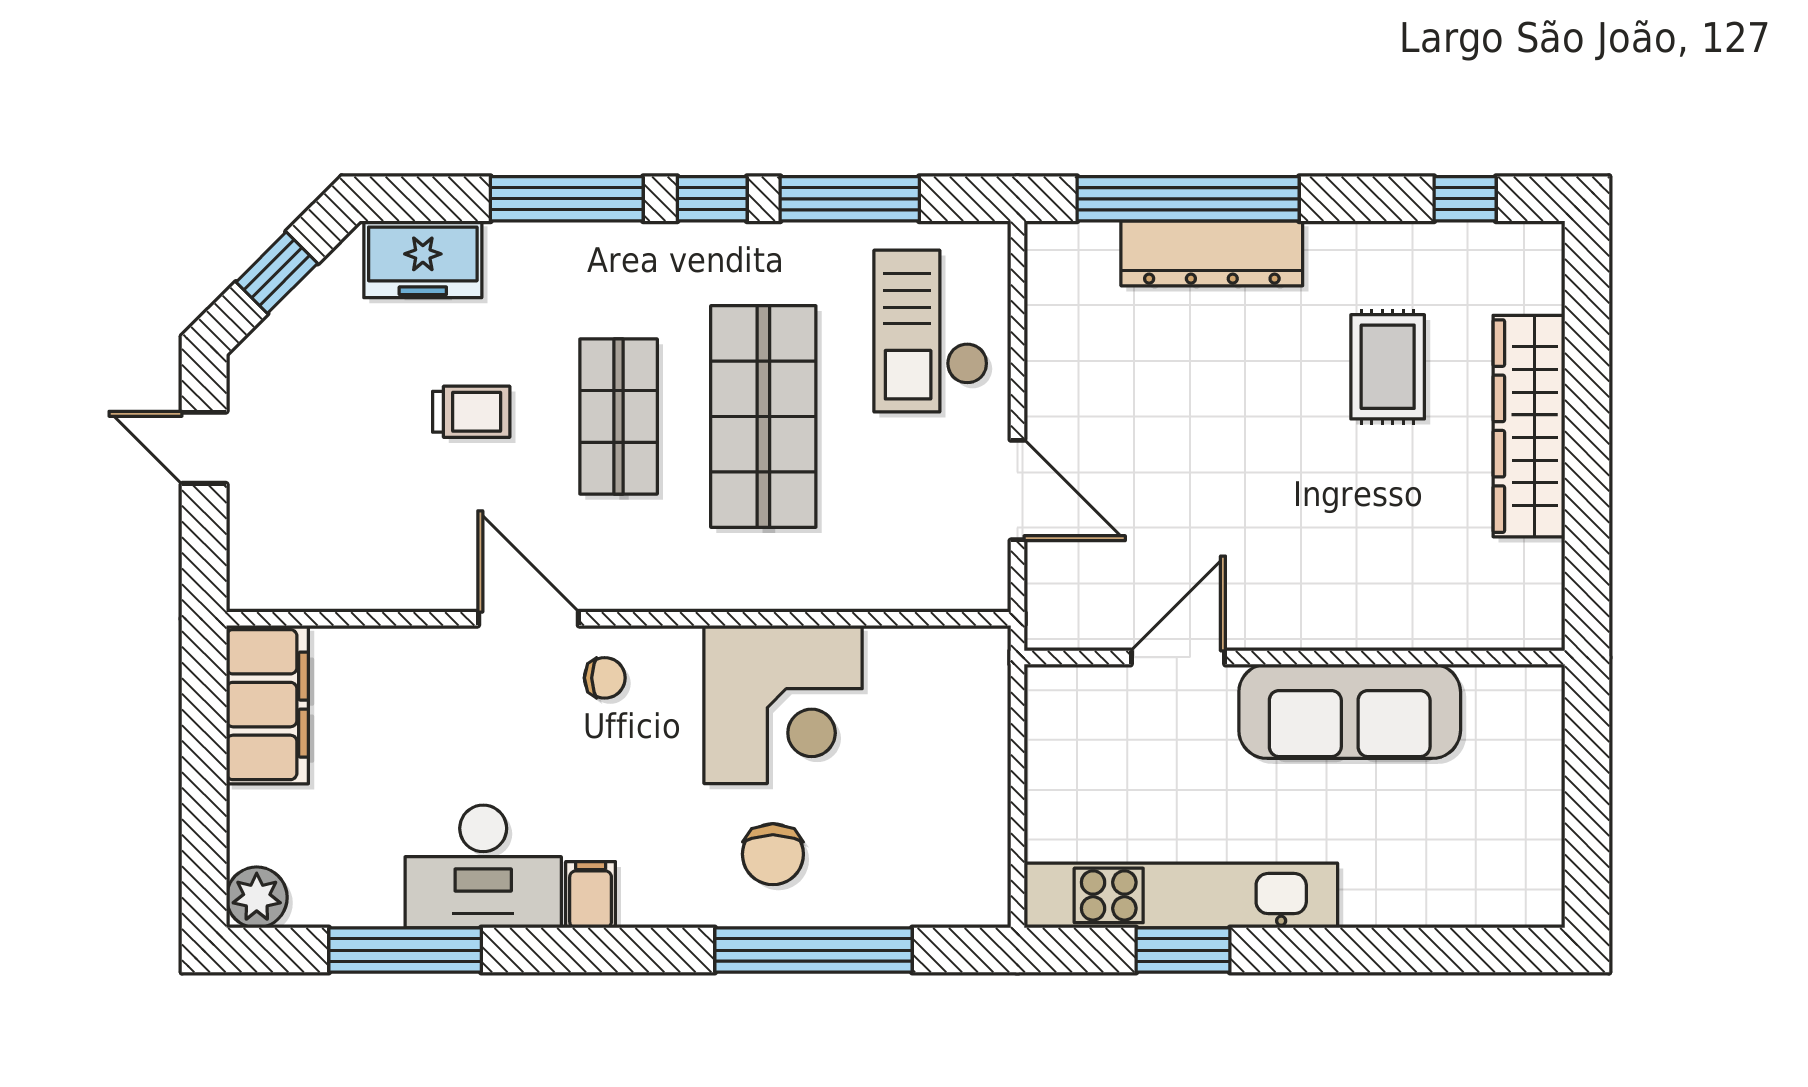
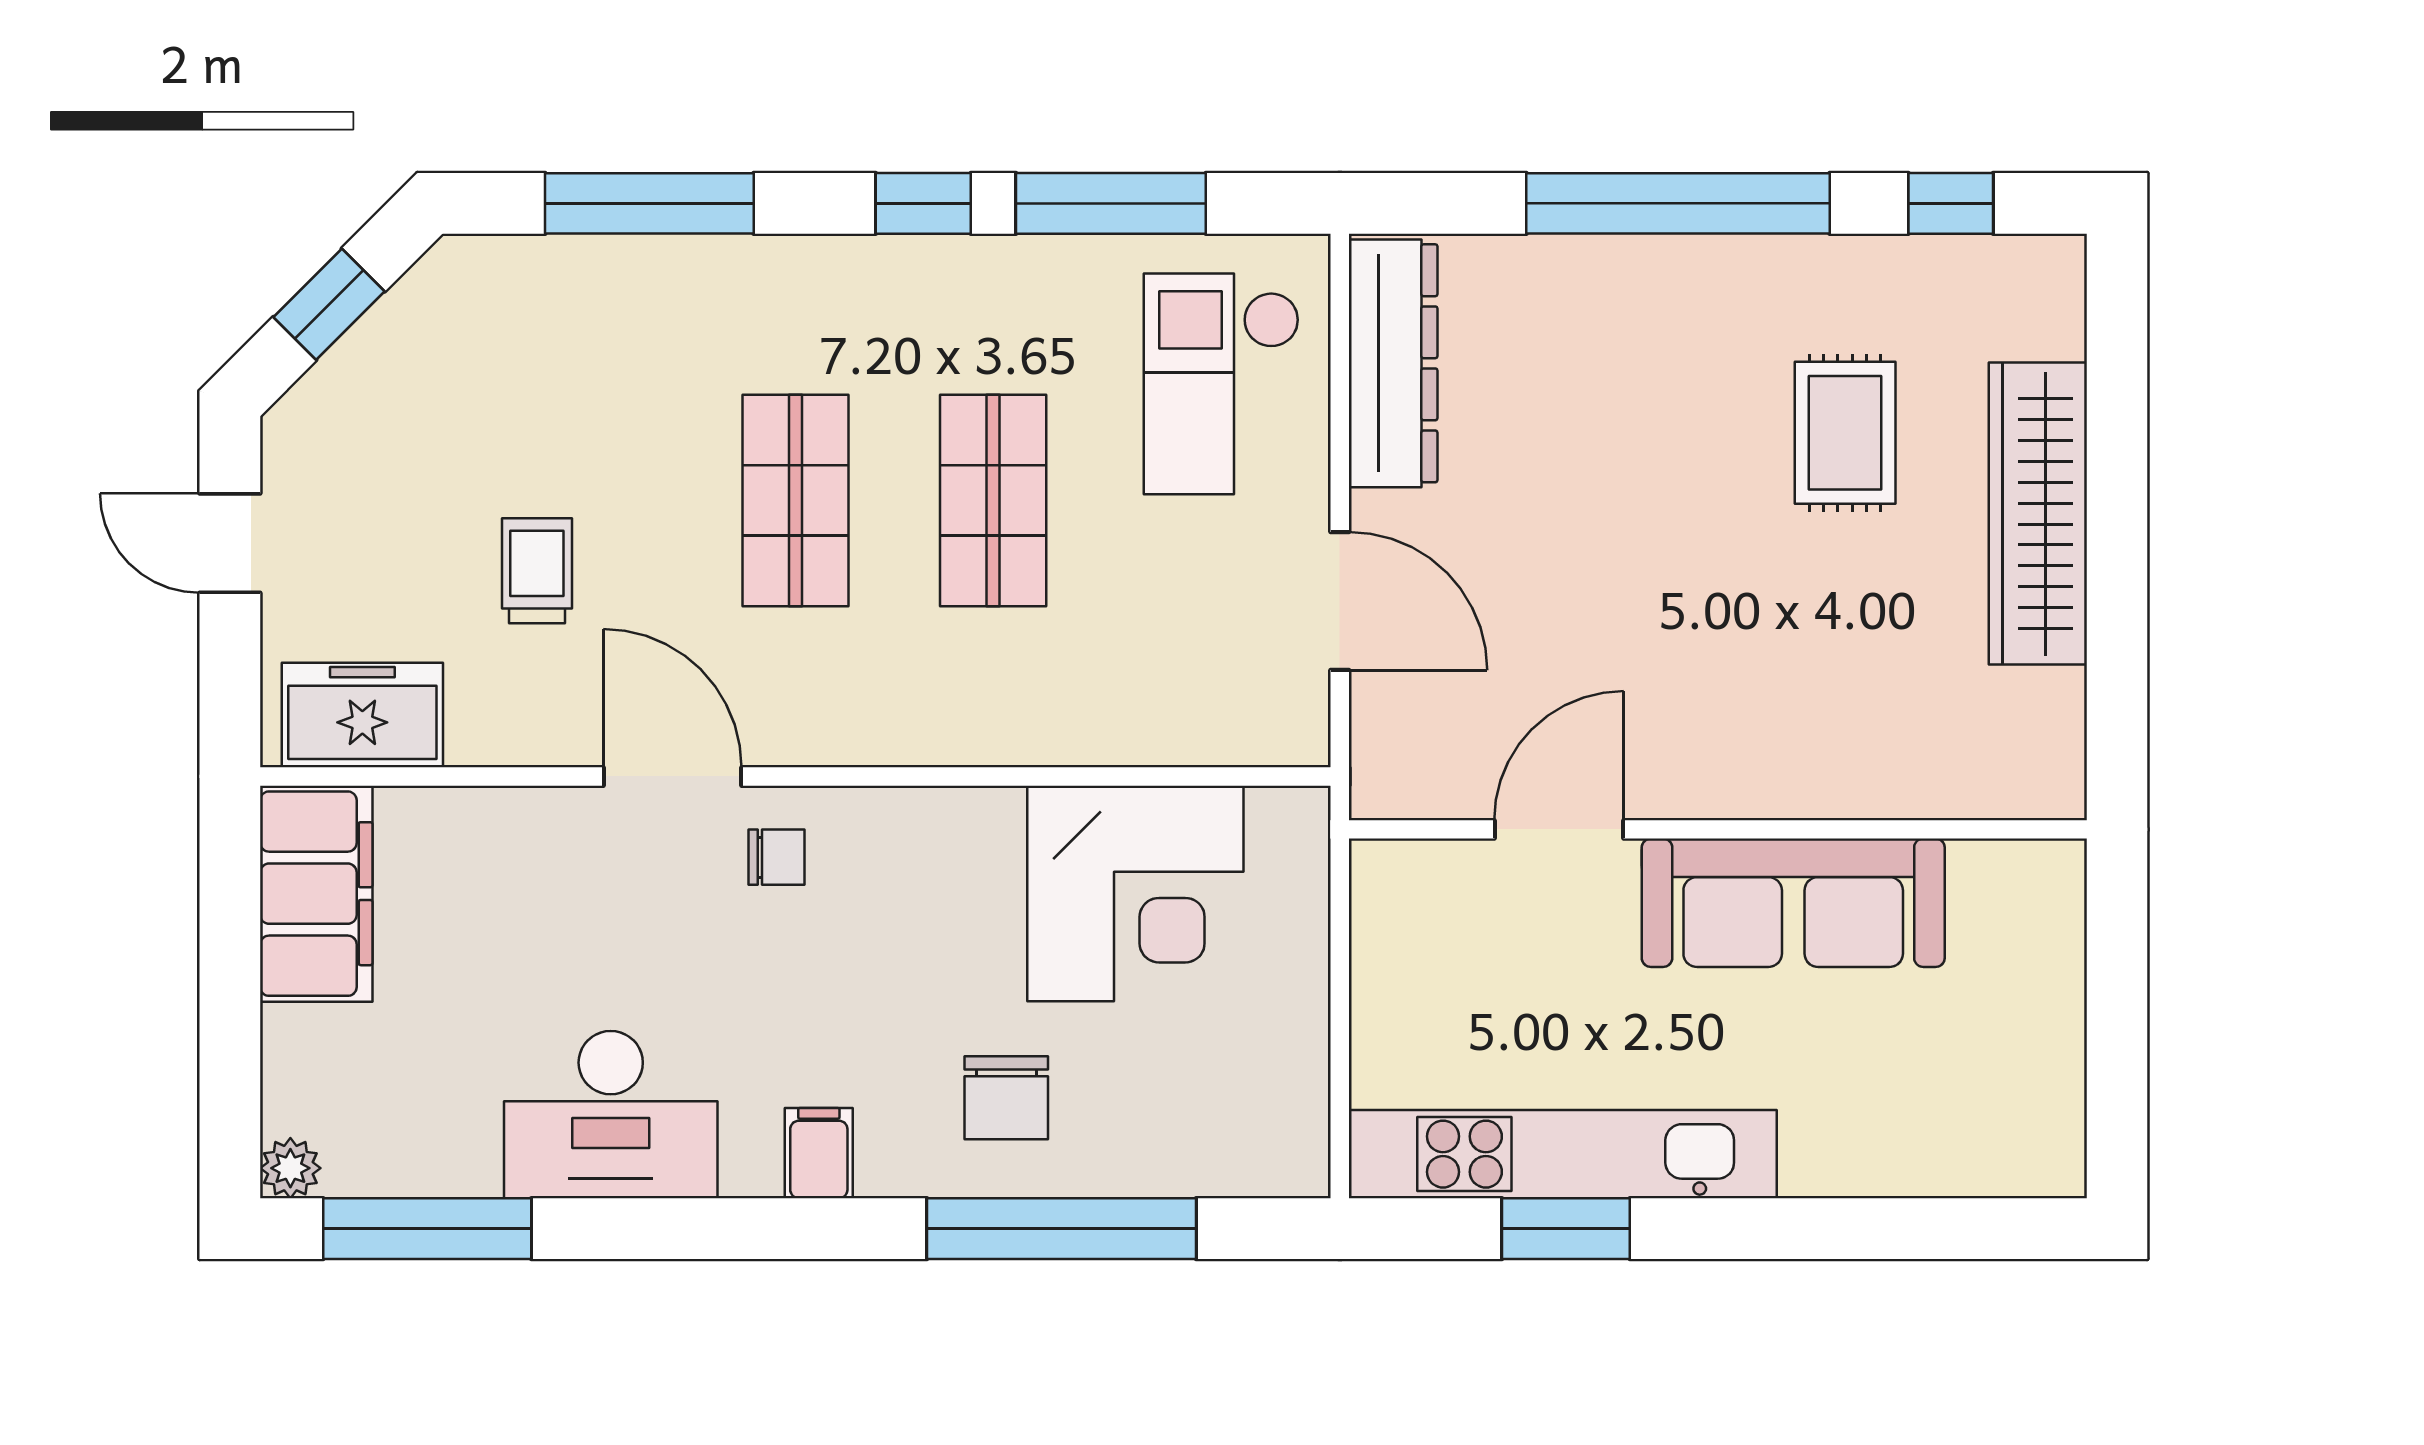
window: (567, 199) -> (649, 203), moved
window: (1188, 199) -> (1678, 203), moved
dresser: (1212, 253) -> (1393, 363), moved, turned -90
freezer: (423, 259) -> (362, 715), moved, turned 180
trolley: (471, 412) -> (537, 571), moved, turned -90
shop shelf: (763, 416) -> (993, 501), width x0.70, depth x0.74
corner desk: (783, 704) -> (1135, 893), moved
filing cabinet: (591, 895) -> (819, 1153), moved
plant: (257, 897) -> (290, 1168), width x0.73, depth x0.73
window: (405, 950) -> (427, 1229), moved

